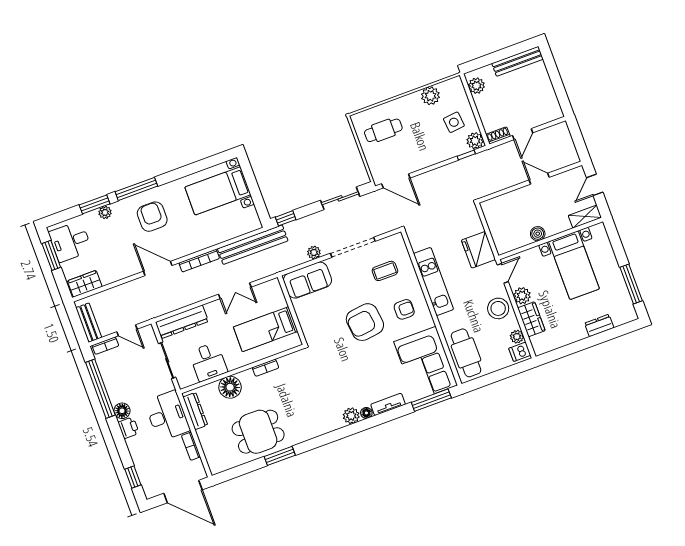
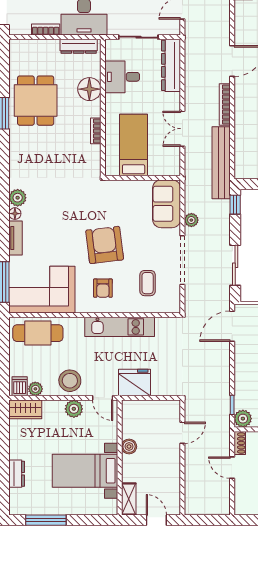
door: (539, 179) -> (182, 433), moved
wardrobe: (531, 319) -> (25, 409), moved

